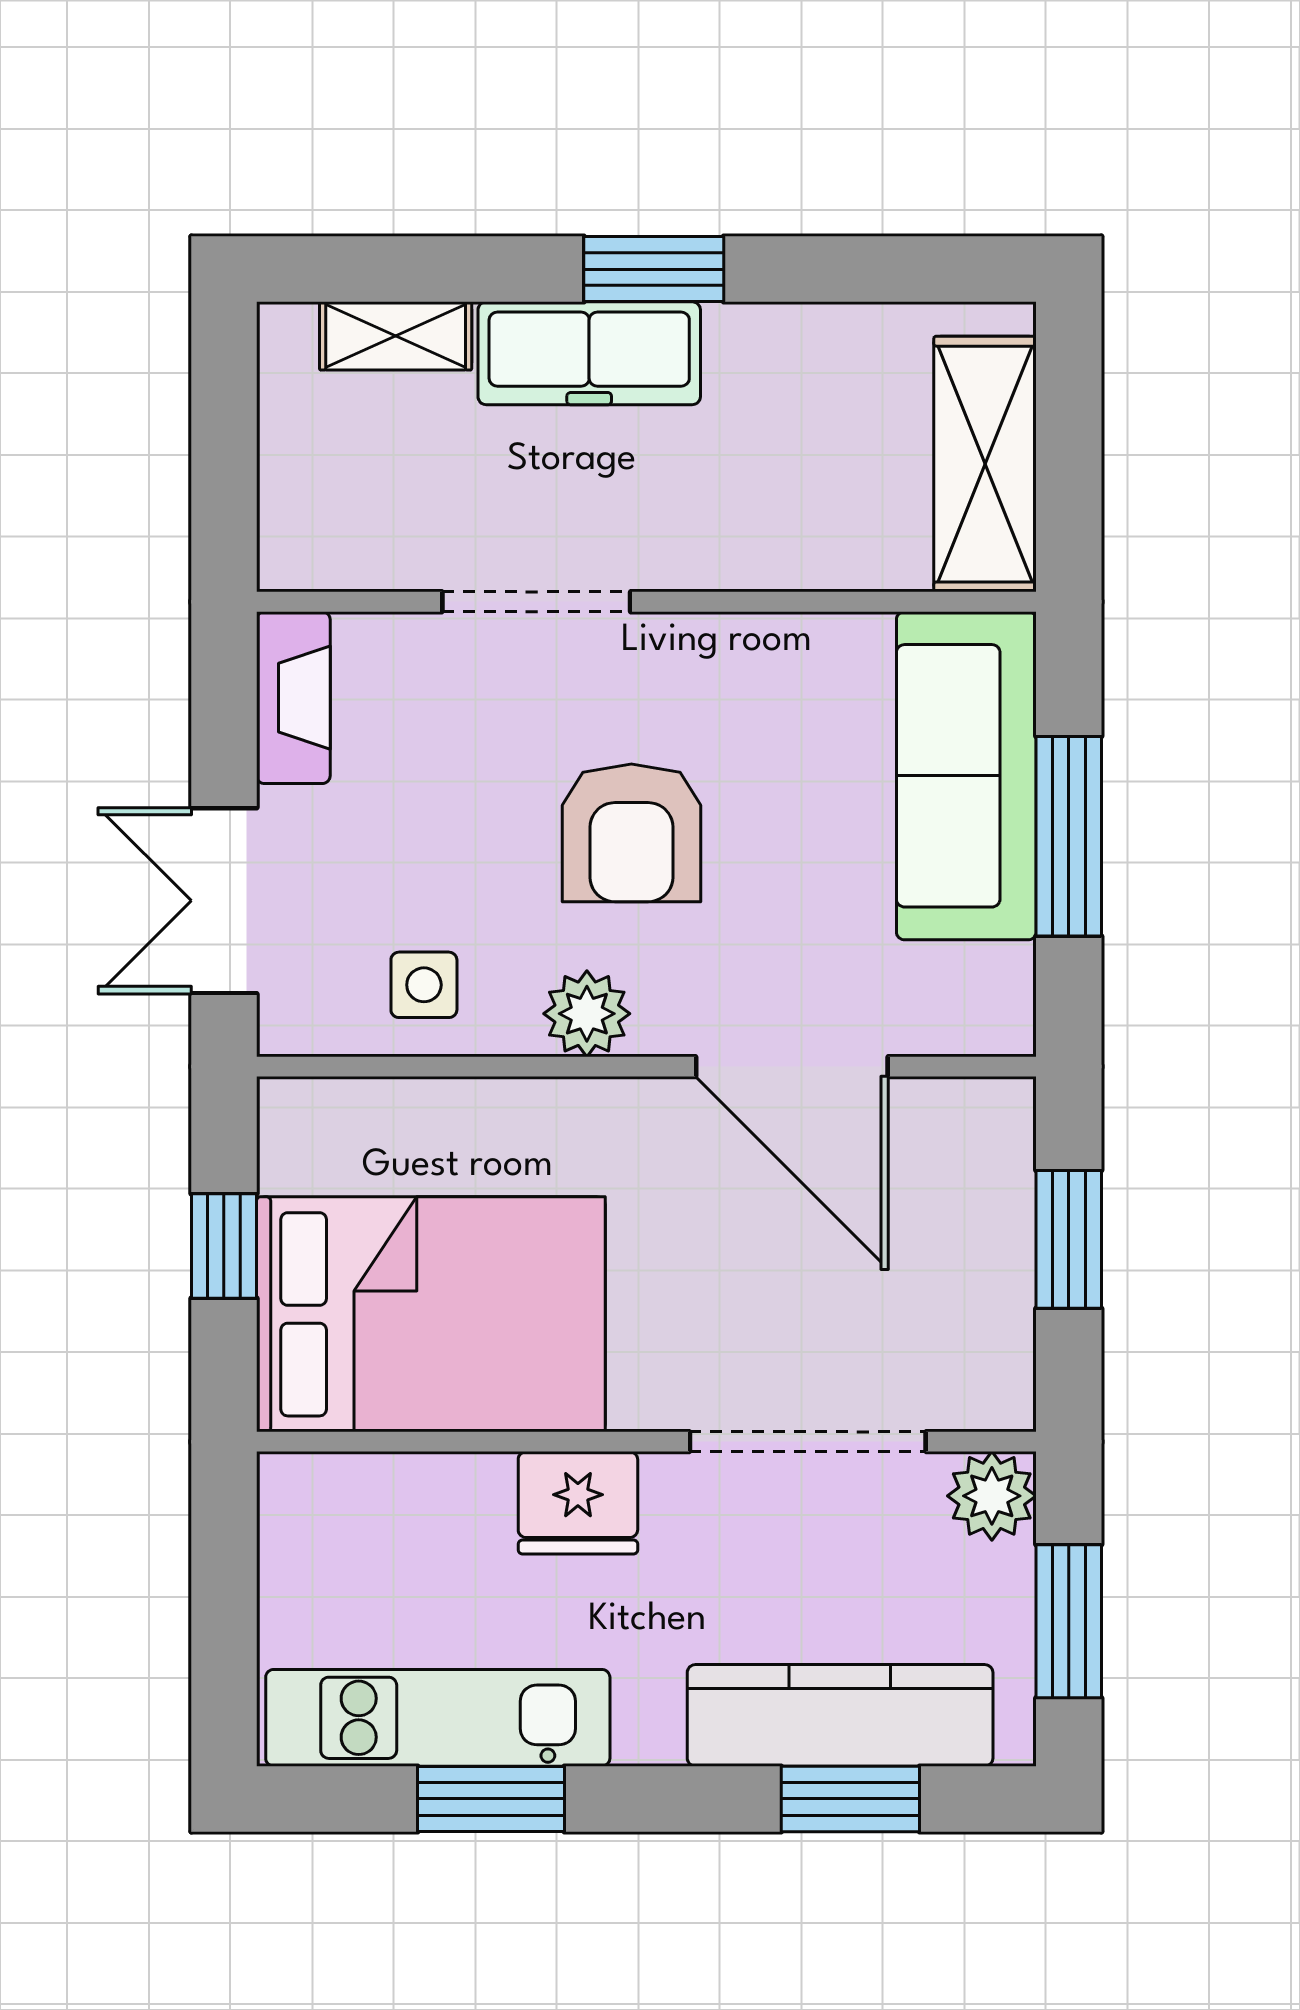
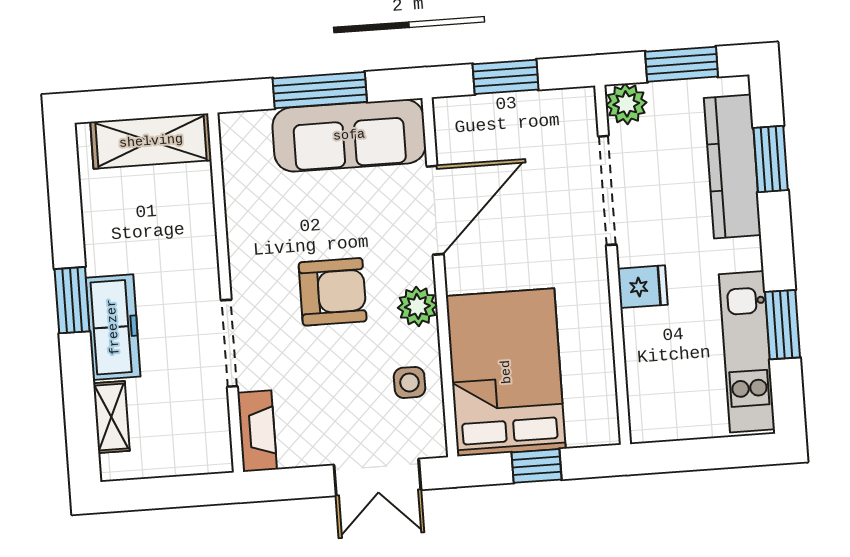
fireplace: (293, 698) -> (257, 431), moved, turned 90
sofa: (966, 776) -> (349, 135), moved
bed: (431, 1314) -> (506, 372), moved
fridge: (578, 1503) -> (643, 287), width x0.72

